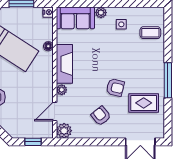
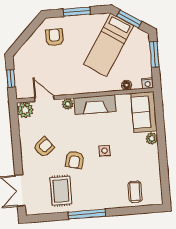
side table: (121, 24) -> (104, 151), moved
floor lamp: (48, 46) -> (127, 85), moved

